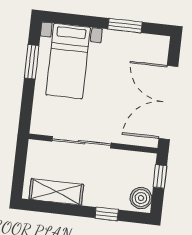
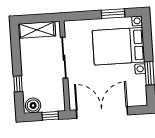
bed with nightstands: (68, 61) -> (119, 46), width x1.36
shelving: (56, 192) -> (37, 30), moved, turned 90

